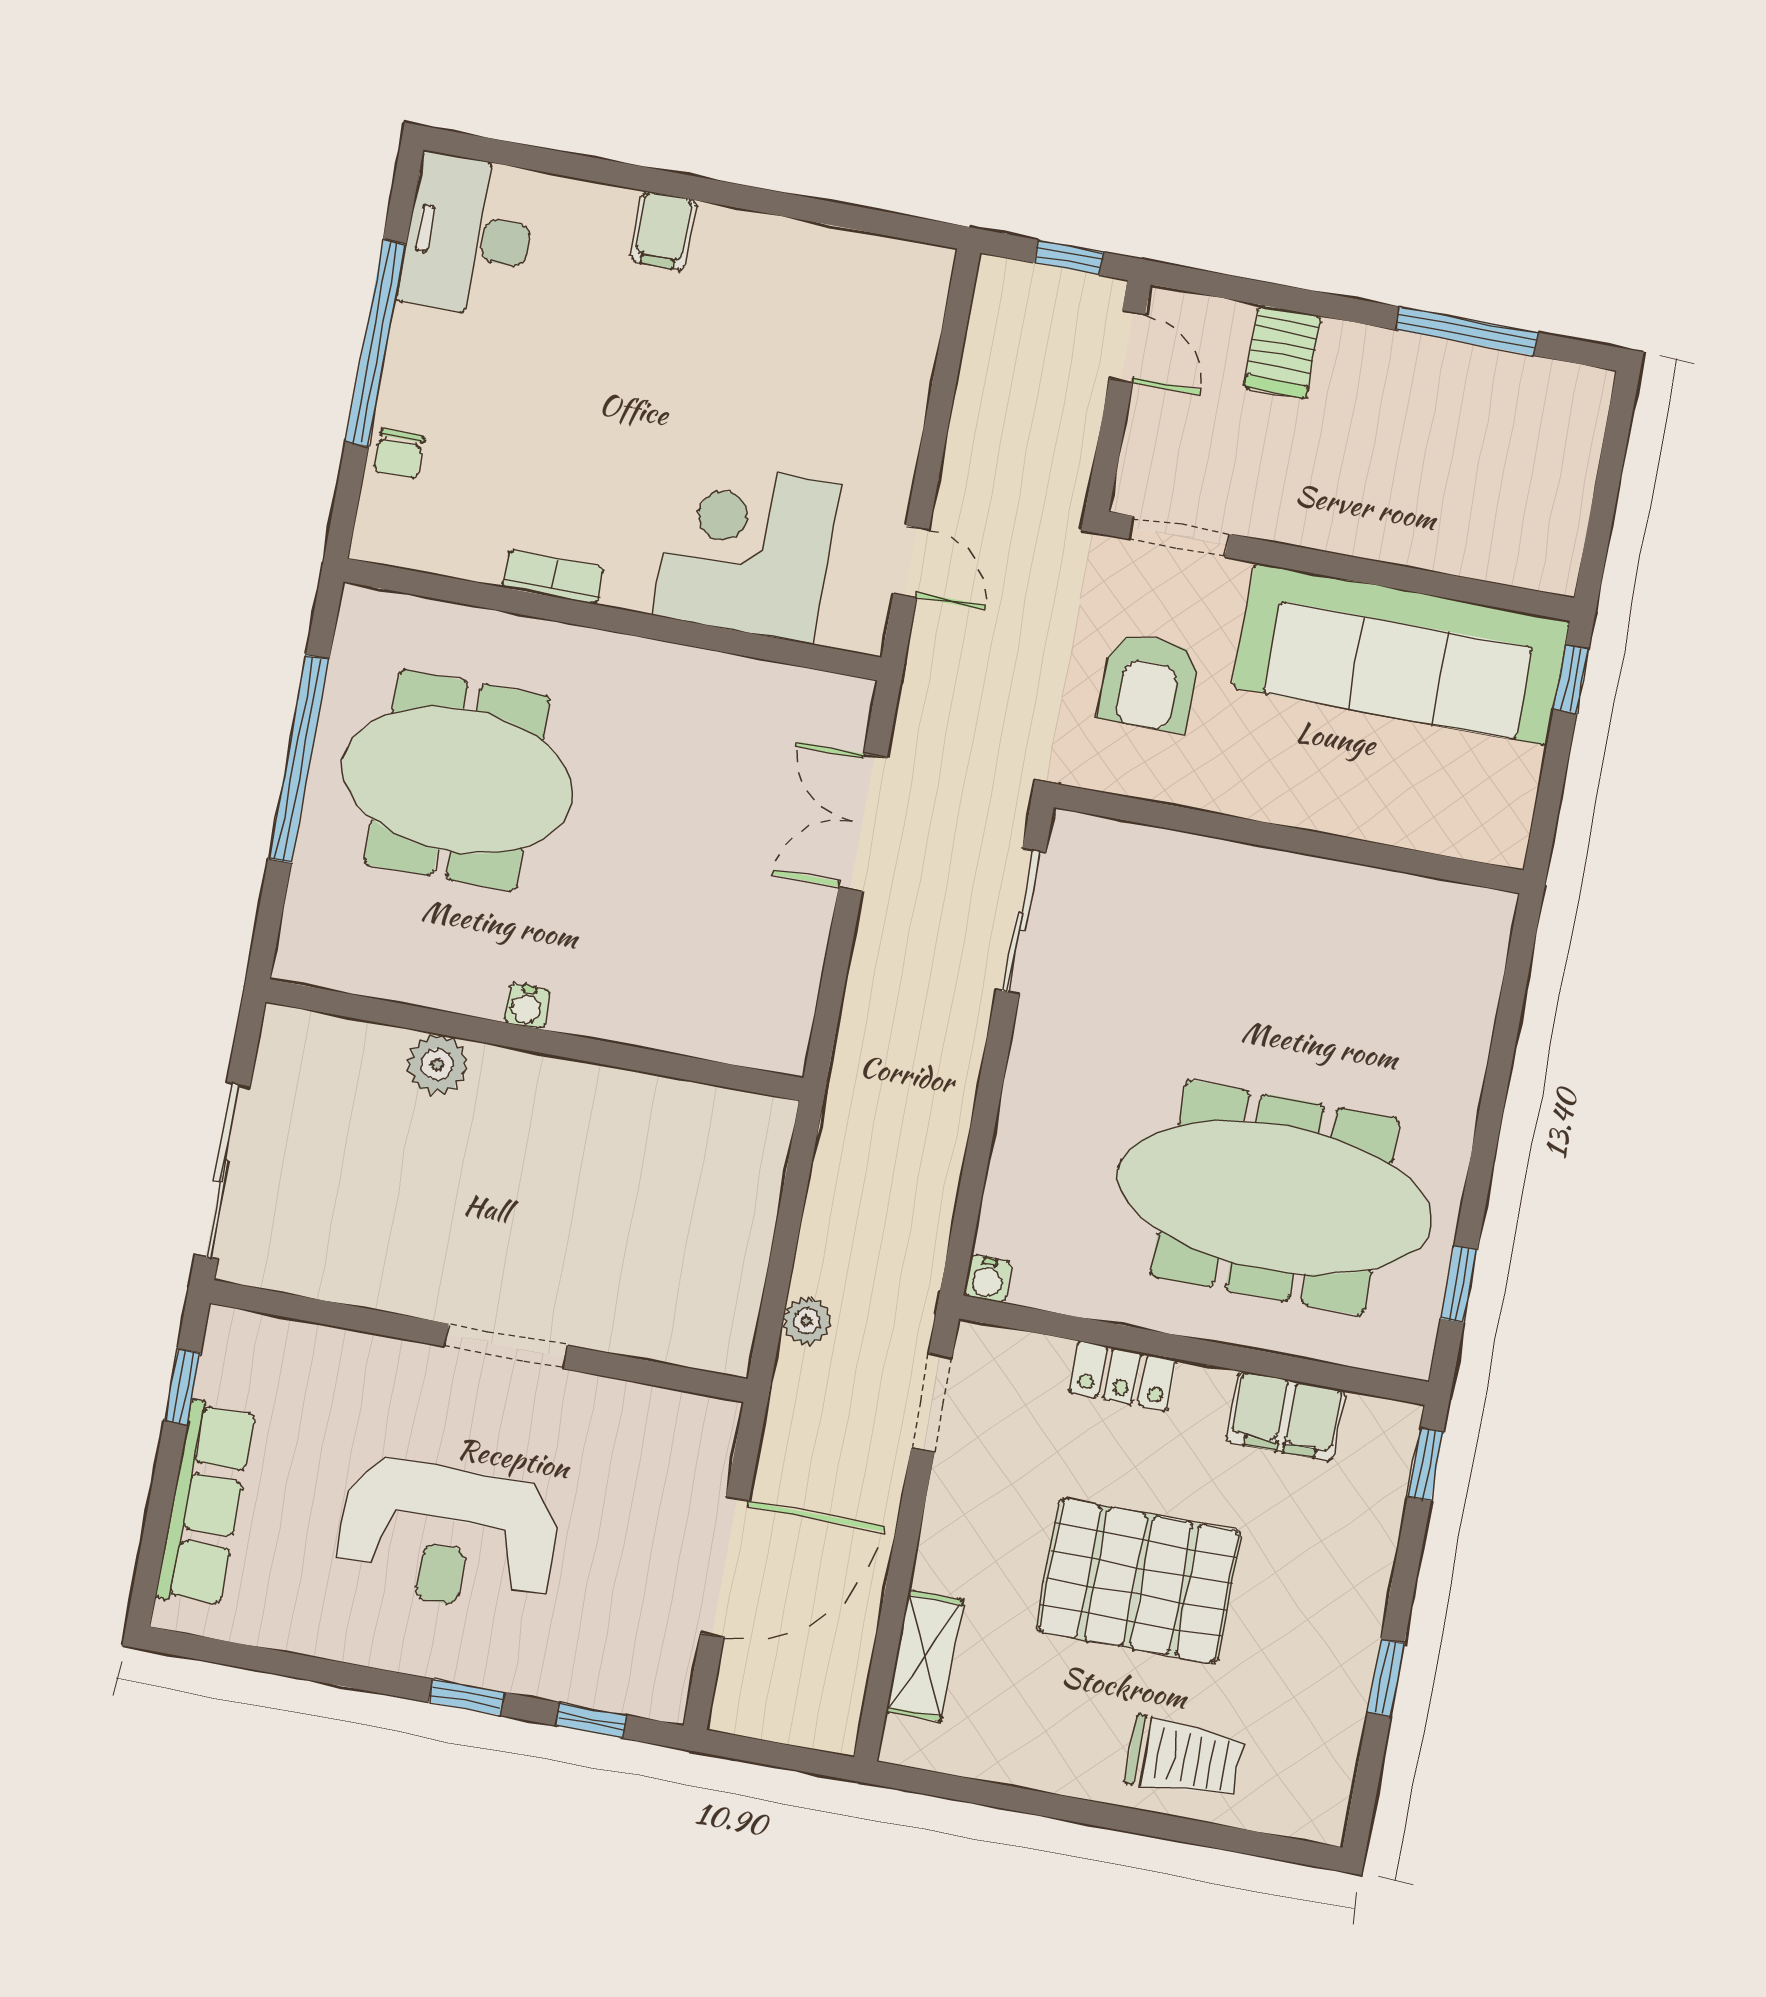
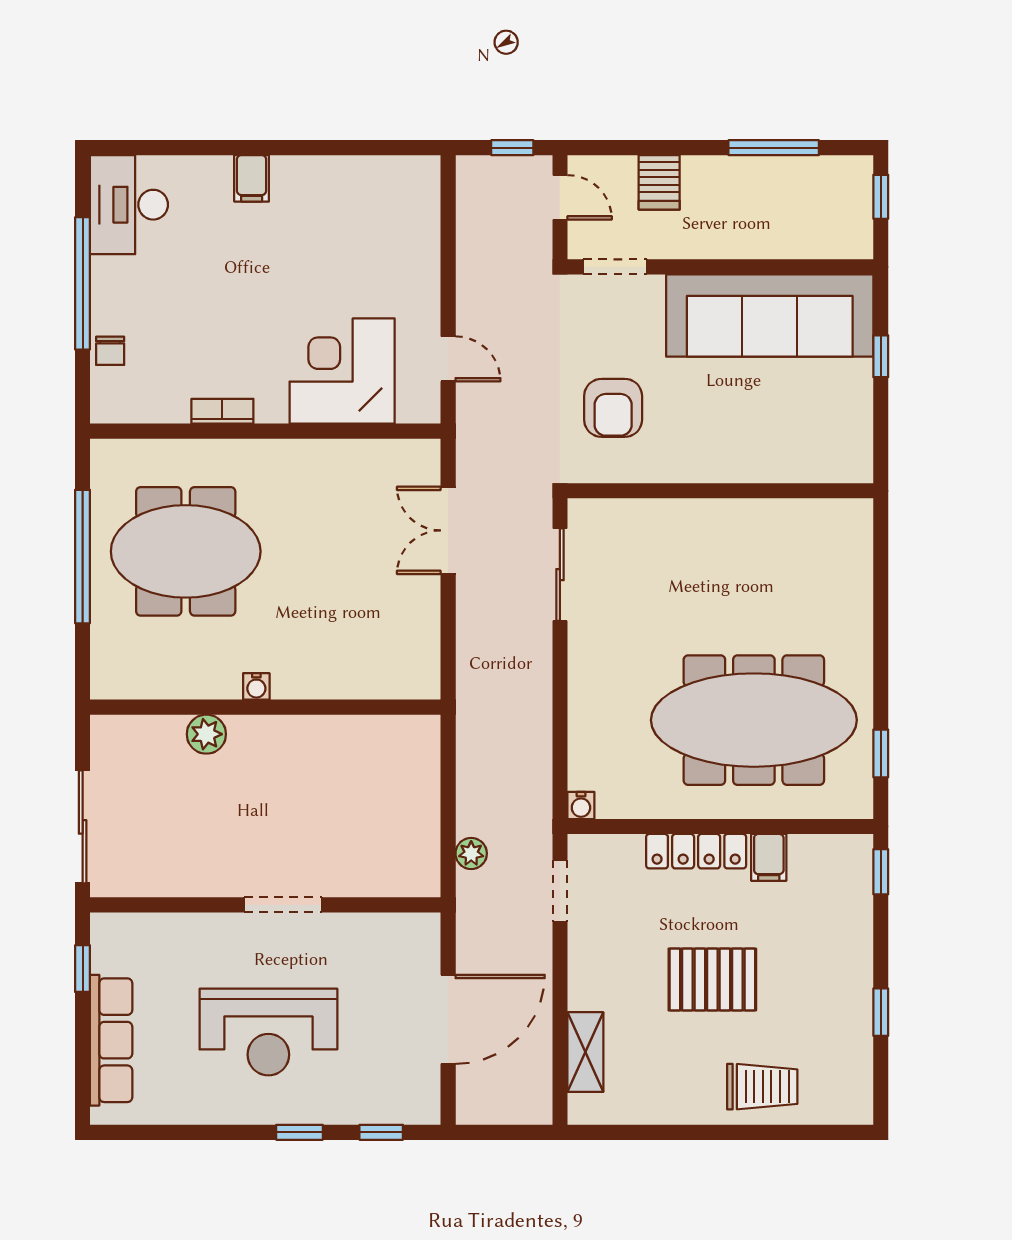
window: (1616, 436) -> (881, 197), added
doorway: (1179, 536) -> (615, 267), moved
wall: (1339, 566) -> (720, 267), moved
sofa: (1401, 654) -> (770, 316), moved
locker: (1123, 1376) -> (696, 851), width x1.53
filing cabinet: (1286, 1416) -> (769, 857), width x0.50
pallet: (1138, 1581) -> (712, 980), width x0.73, depth x0.71

